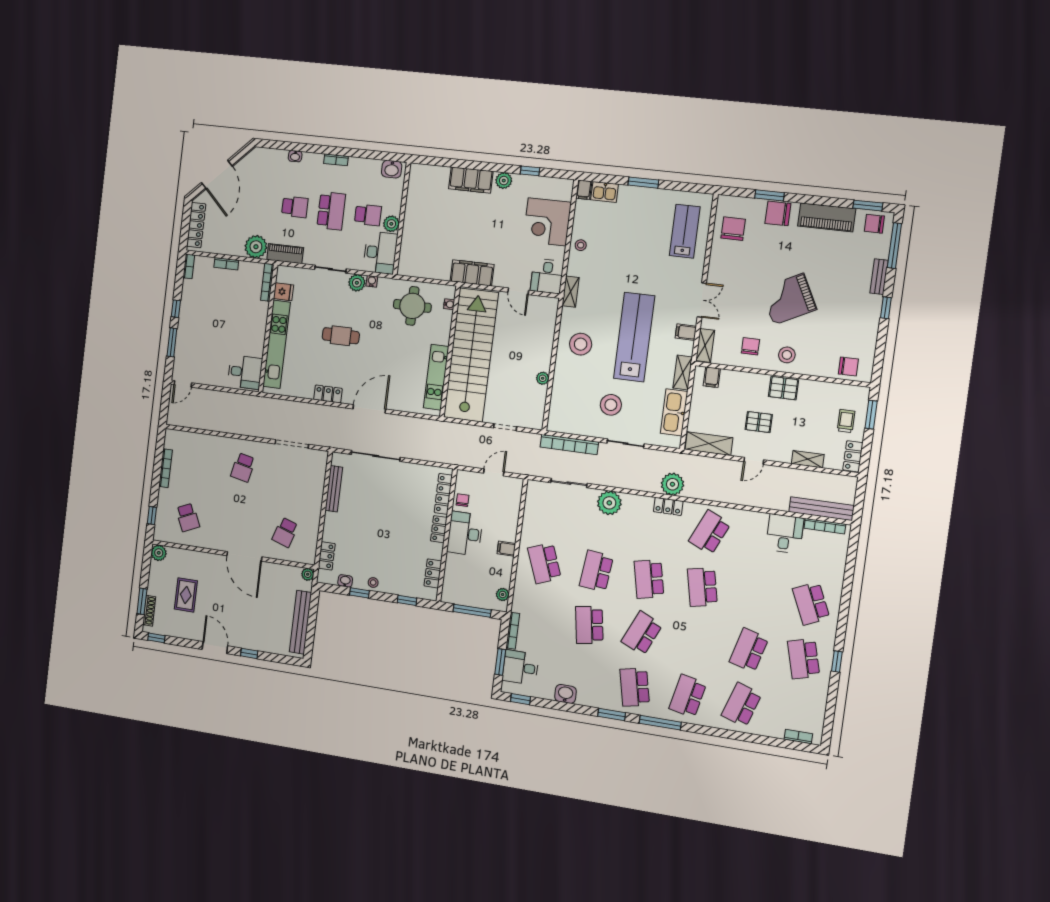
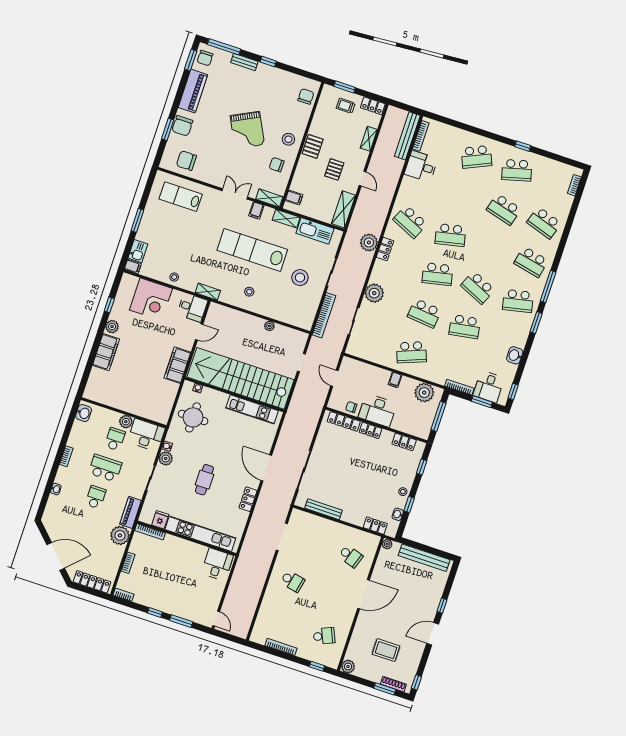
stool: (581, 344) -> (249, 292), width x0.53, depth x0.53
plant: (503, 594) -> (424, 393), width x1.87, depth x1.87

